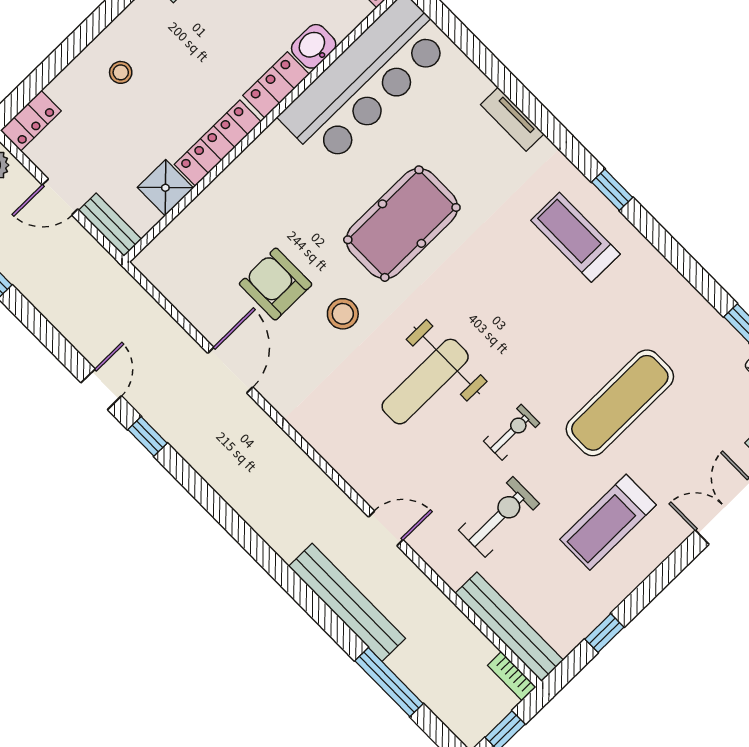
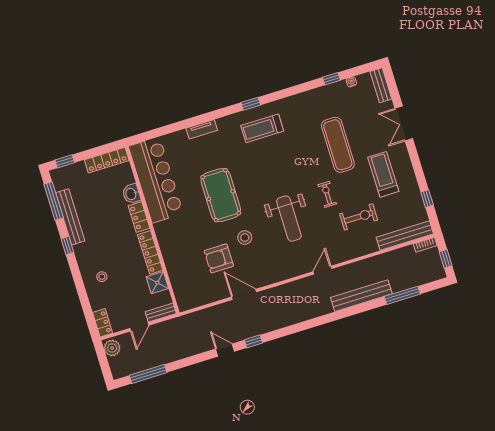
exercise bike: (499, 517) -> (359, 217), turned 90
treadmill: (608, 522) -> (383, 174), turned 180
door: (386, 528) -> (322, 270), moved

